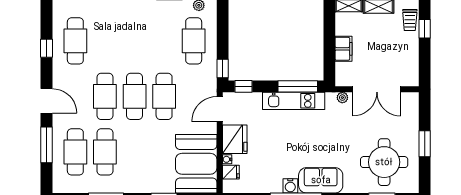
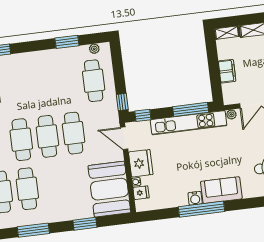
kitchen unit: (294, 101) -> (189, 123), width x1.36
door: (220, 109) -> (124, 138), hinge flipped

